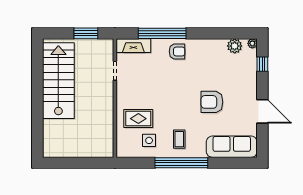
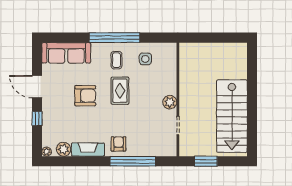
fireplace: (133, 46) -> (88, 150), moved
armchair: (177, 51) -> (119, 144), turned 90
window: (262, 64) -> (37, 119), moved
plant: (123, 95) -> (170, 102), added
rug: (138, 119) -> (120, 91), moved, turned 90

